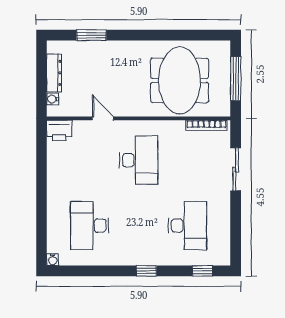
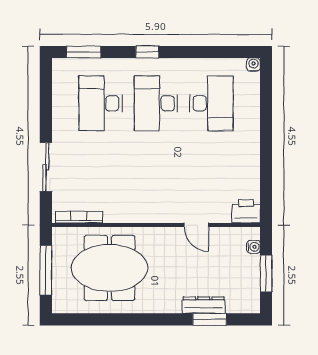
dresser: (54, 73) -> (204, 305), moved, turned 90
window: (42, 76) -> (266, 273), added
meeting table: (180, 80) -> (109, 268), turned 90
desk: (139, 160) -> (156, 103), moved
window: (202, 271) -> (84, 52), width x1.50

